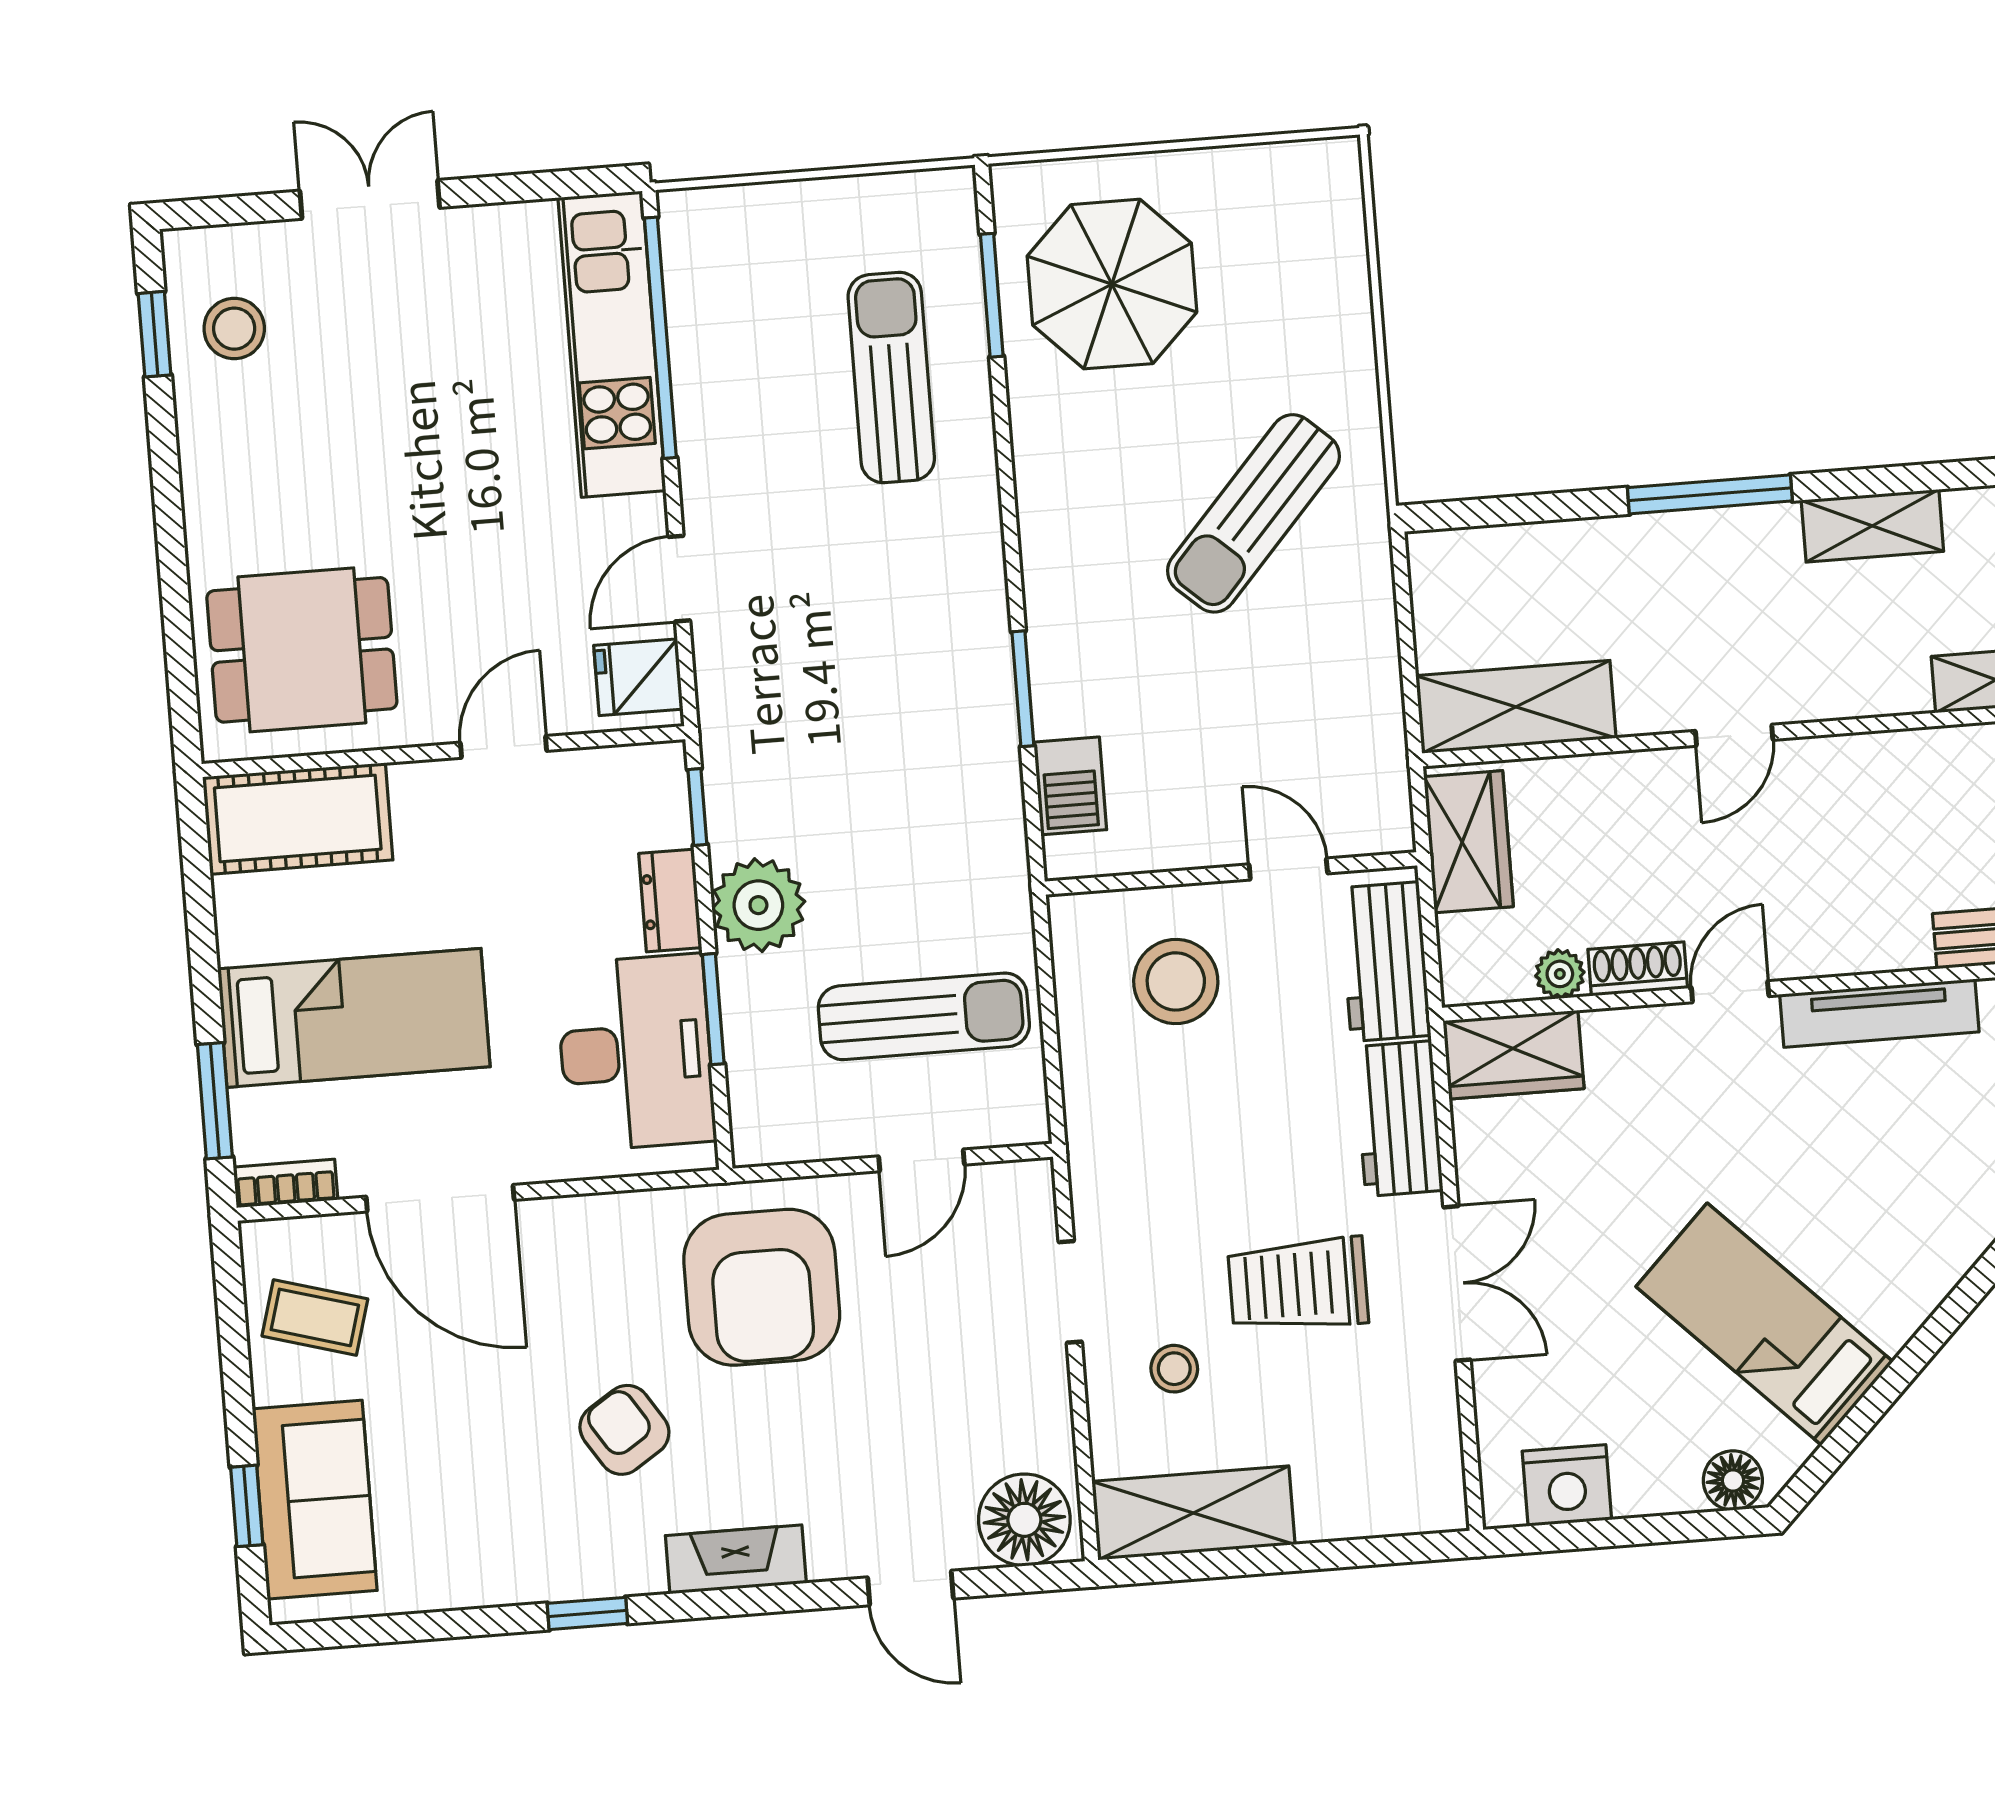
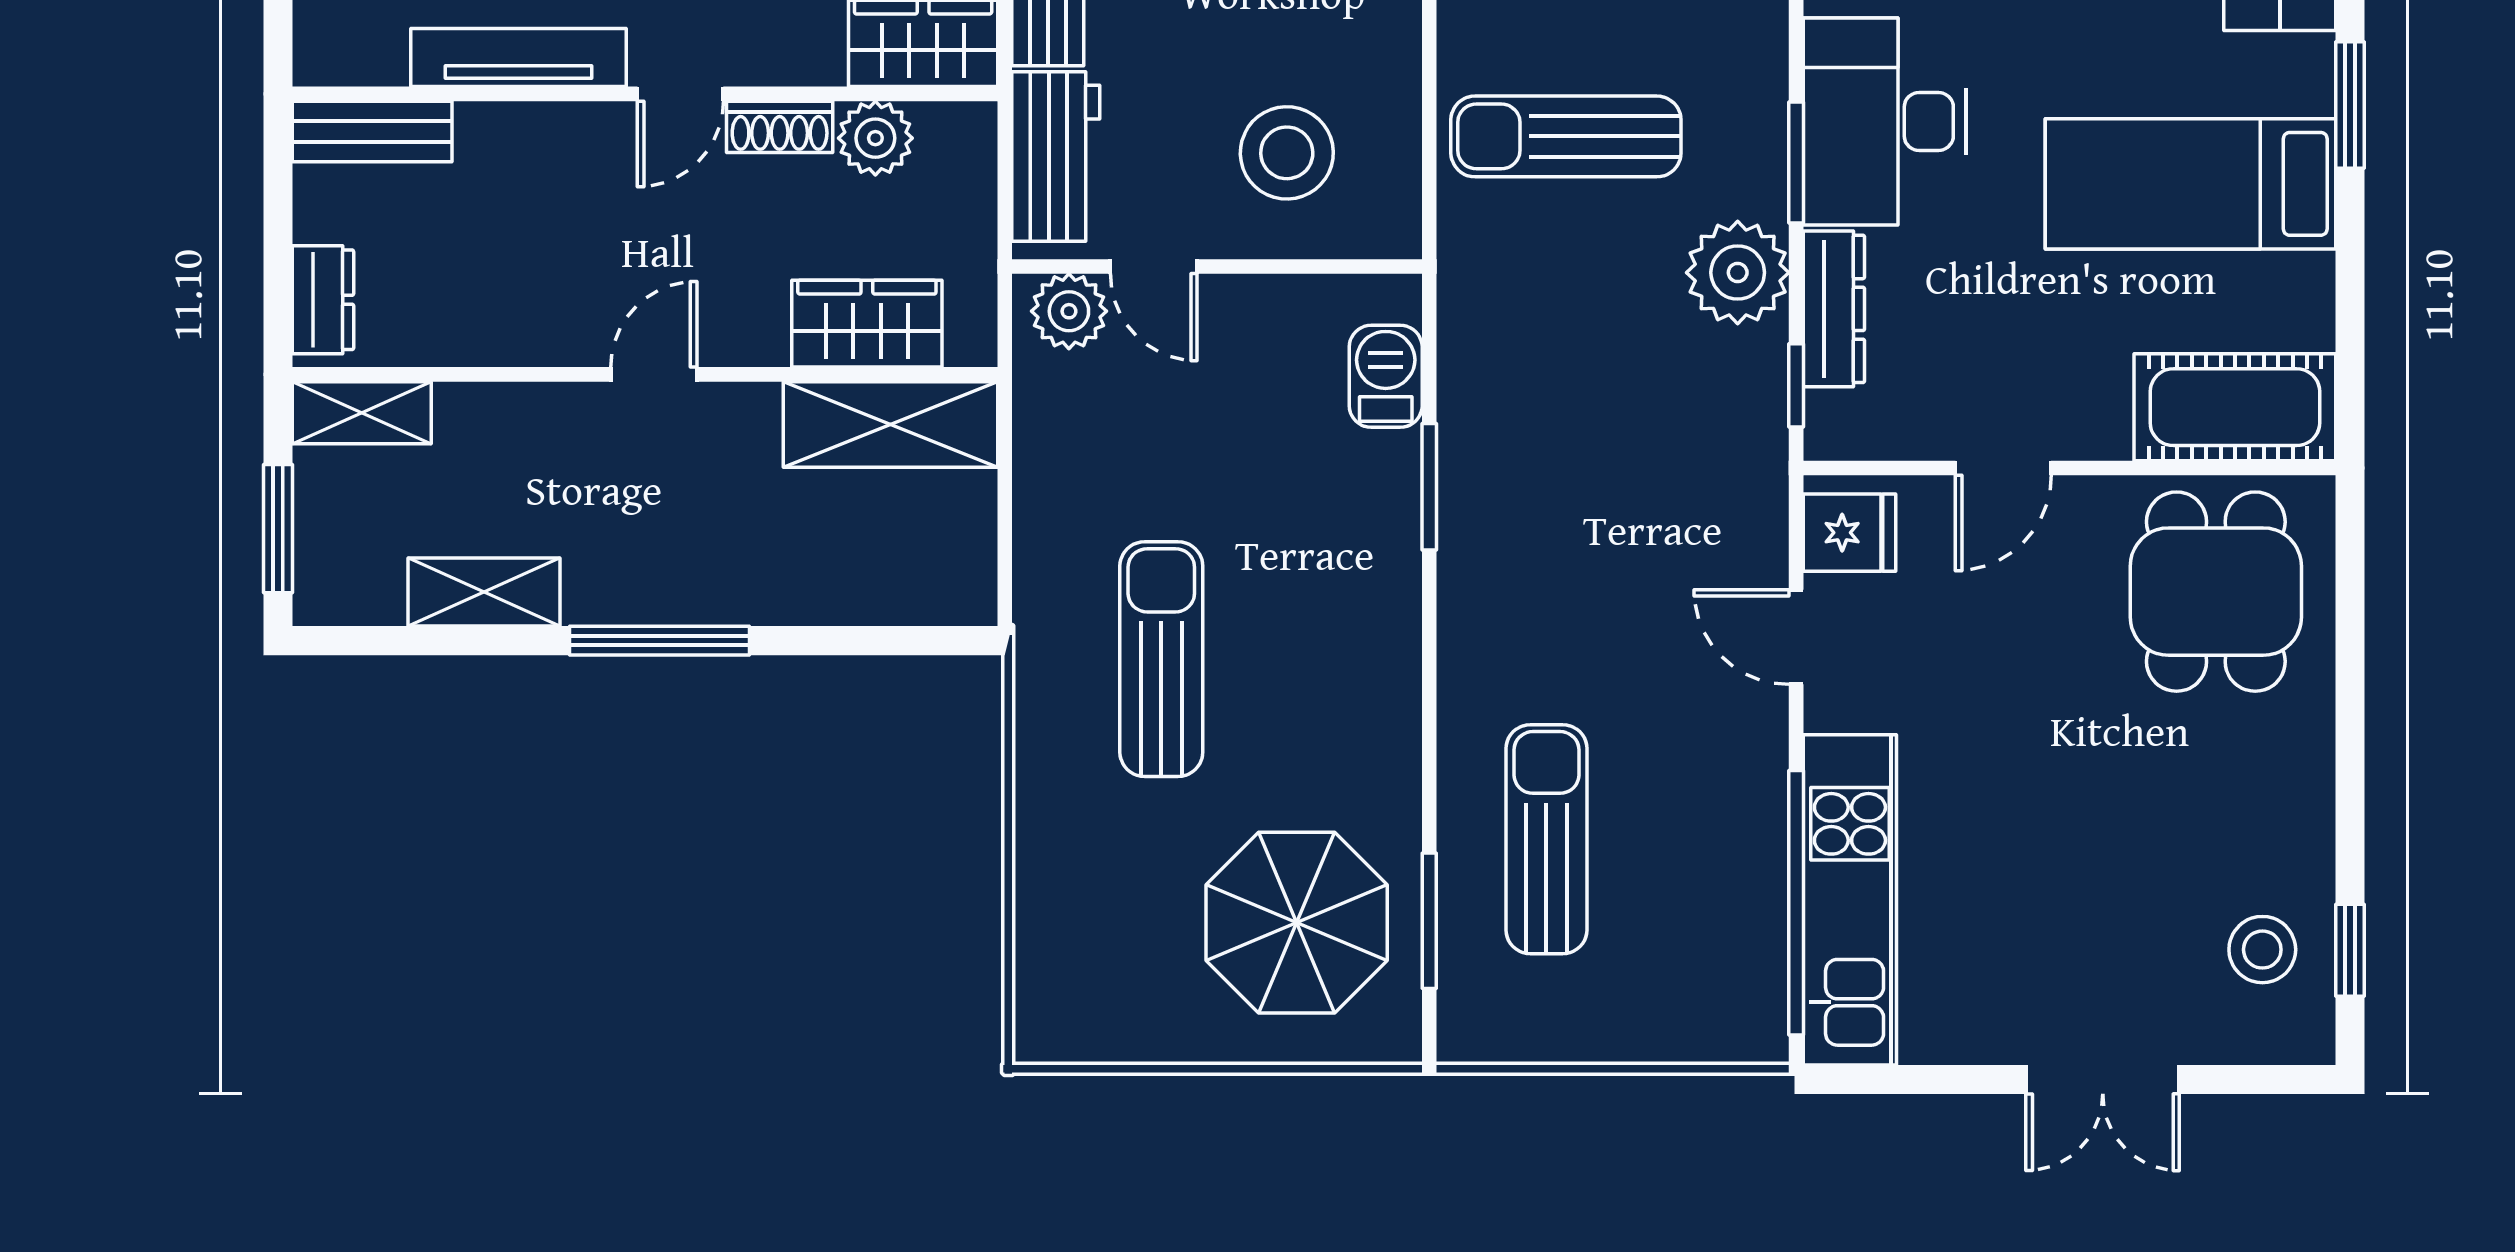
sun lounger: (891, 378) -> (1546, 839), turned 180
sun lounger: (1253, 513) -> (1161, 659), turned -42
door: (679, 579) -> (1796, 637), swing flipped
dining table: (302, 650) -> (2216, 592), turned 90
plant: (1362, 822) -> (1069, 311), added
wardrobe: (1468, 842) -> (867, 324), moved, turned 90
dresser: (670, 901) -> (1834, 309), width x1.44
plant: (1560, 974) -> (875, 138), width x1.38, depth x1.38

